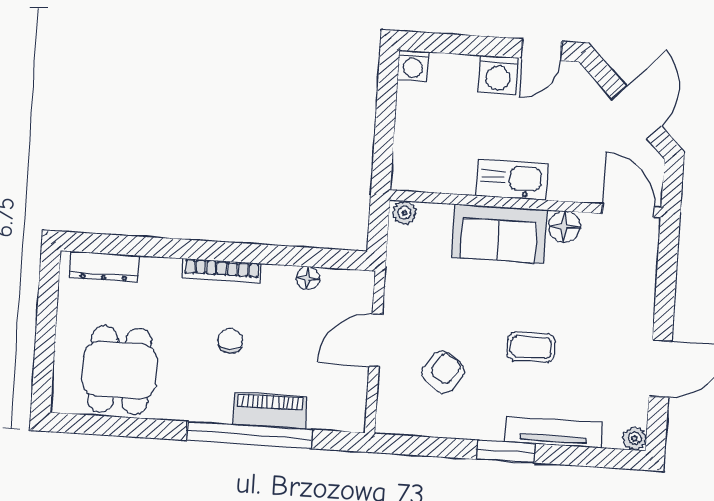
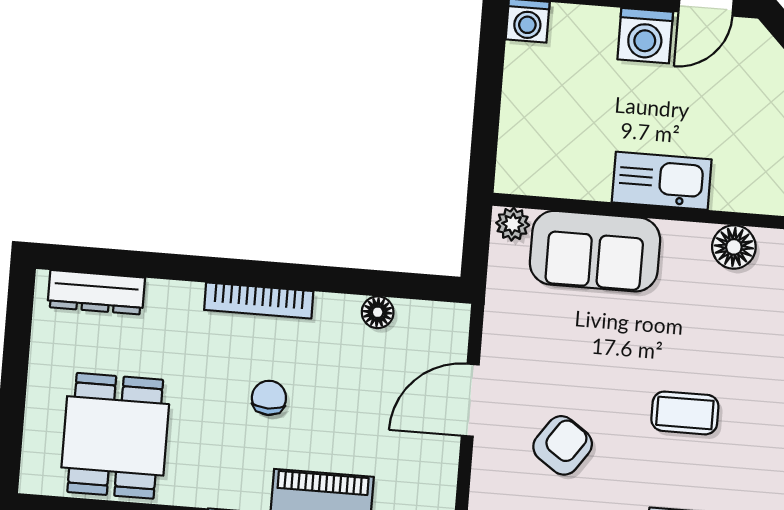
sofa: (499, 234) -> (595, 251), moved

